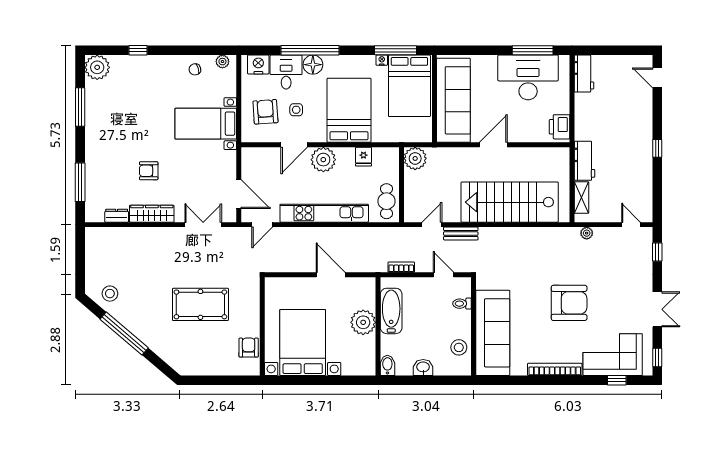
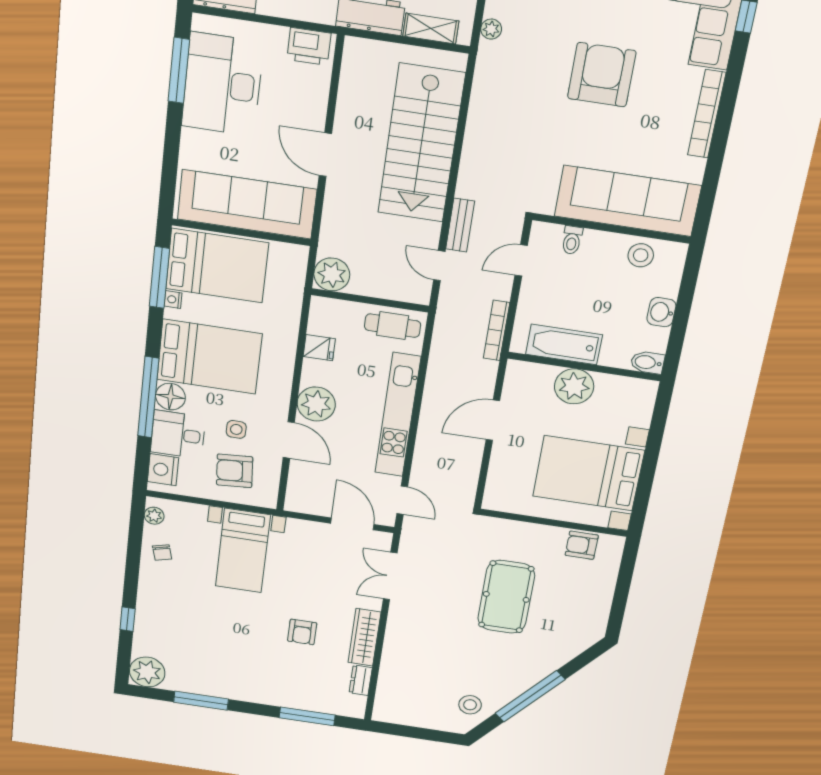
bed: (349, 110) -> (209, 357), moved, turned 180
door: (239, 194) -> (352, 524), hinge flipped
bookcase: (401, 267) -> (497, 330), width x1.56

